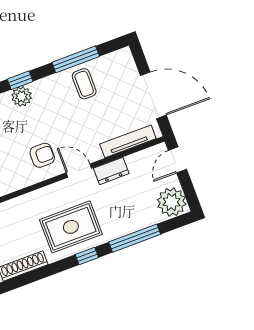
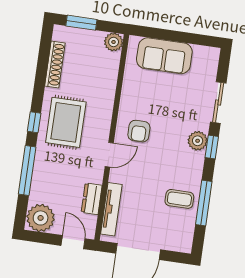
dresser: (111, 171) -> (92, 199), moved

